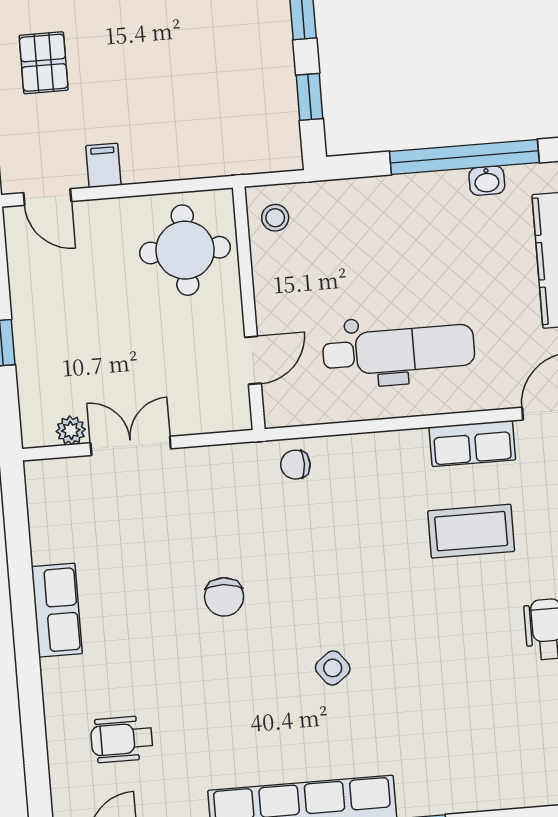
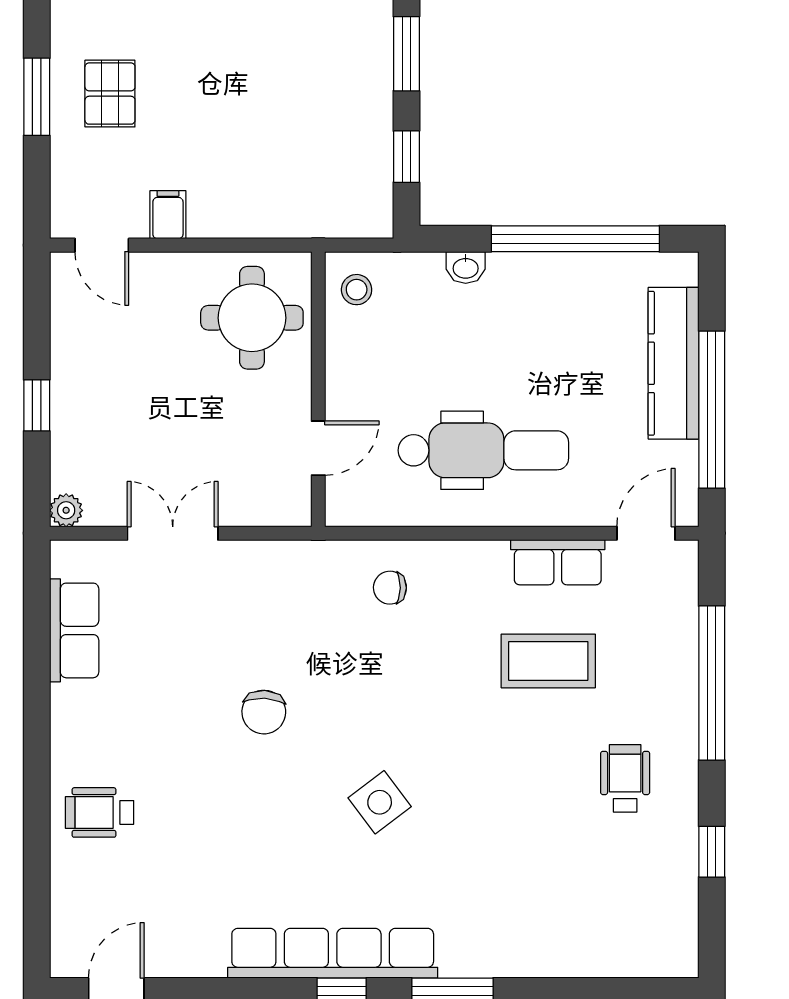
washbasin: (487, 181) -> (466, 267), moved
plant: (71, 430) -> (66, 510), moved
chair: (295, 465) -> (390, 588), moved
row of seats: (57, 610) -> (74, 630), moved
side table: (333, 668) -> (380, 802), width x1.37, depth x1.37
wheelchair: (122, 739) -> (99, 812), moved

